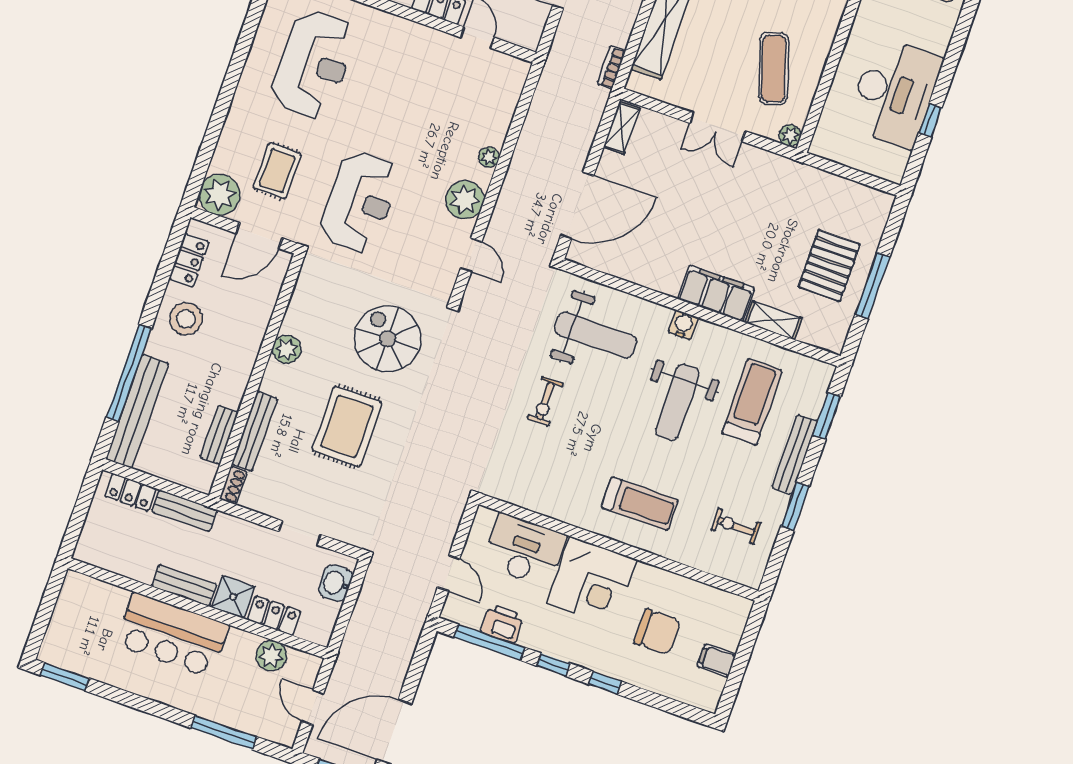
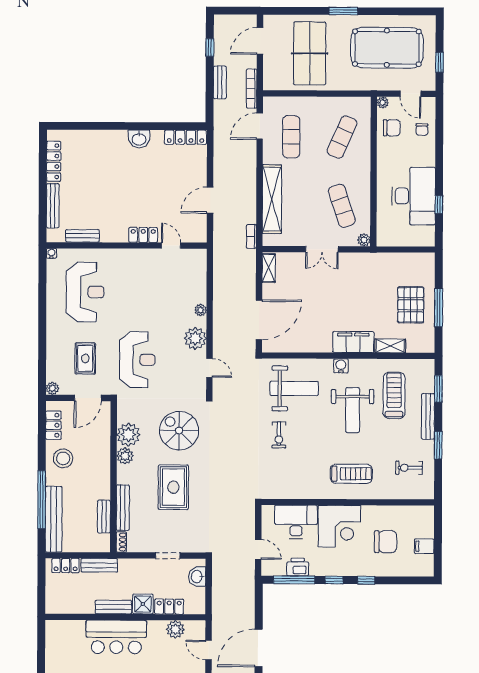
plant: (220, 195) -> (52, 388), width x0.53, depth x0.53
plant: (304, 317) -> (128, 435), added

